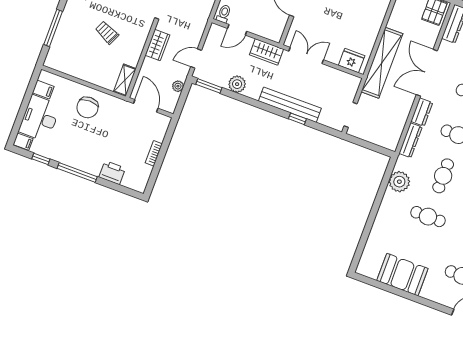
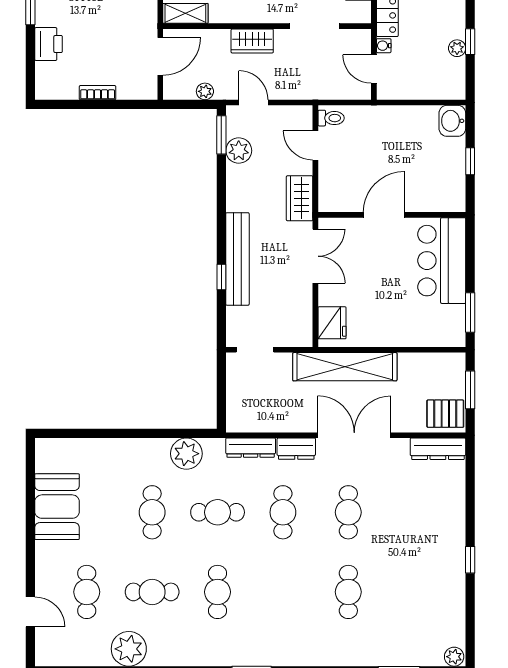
plant: (237, 84) -> (239, 151), moved

